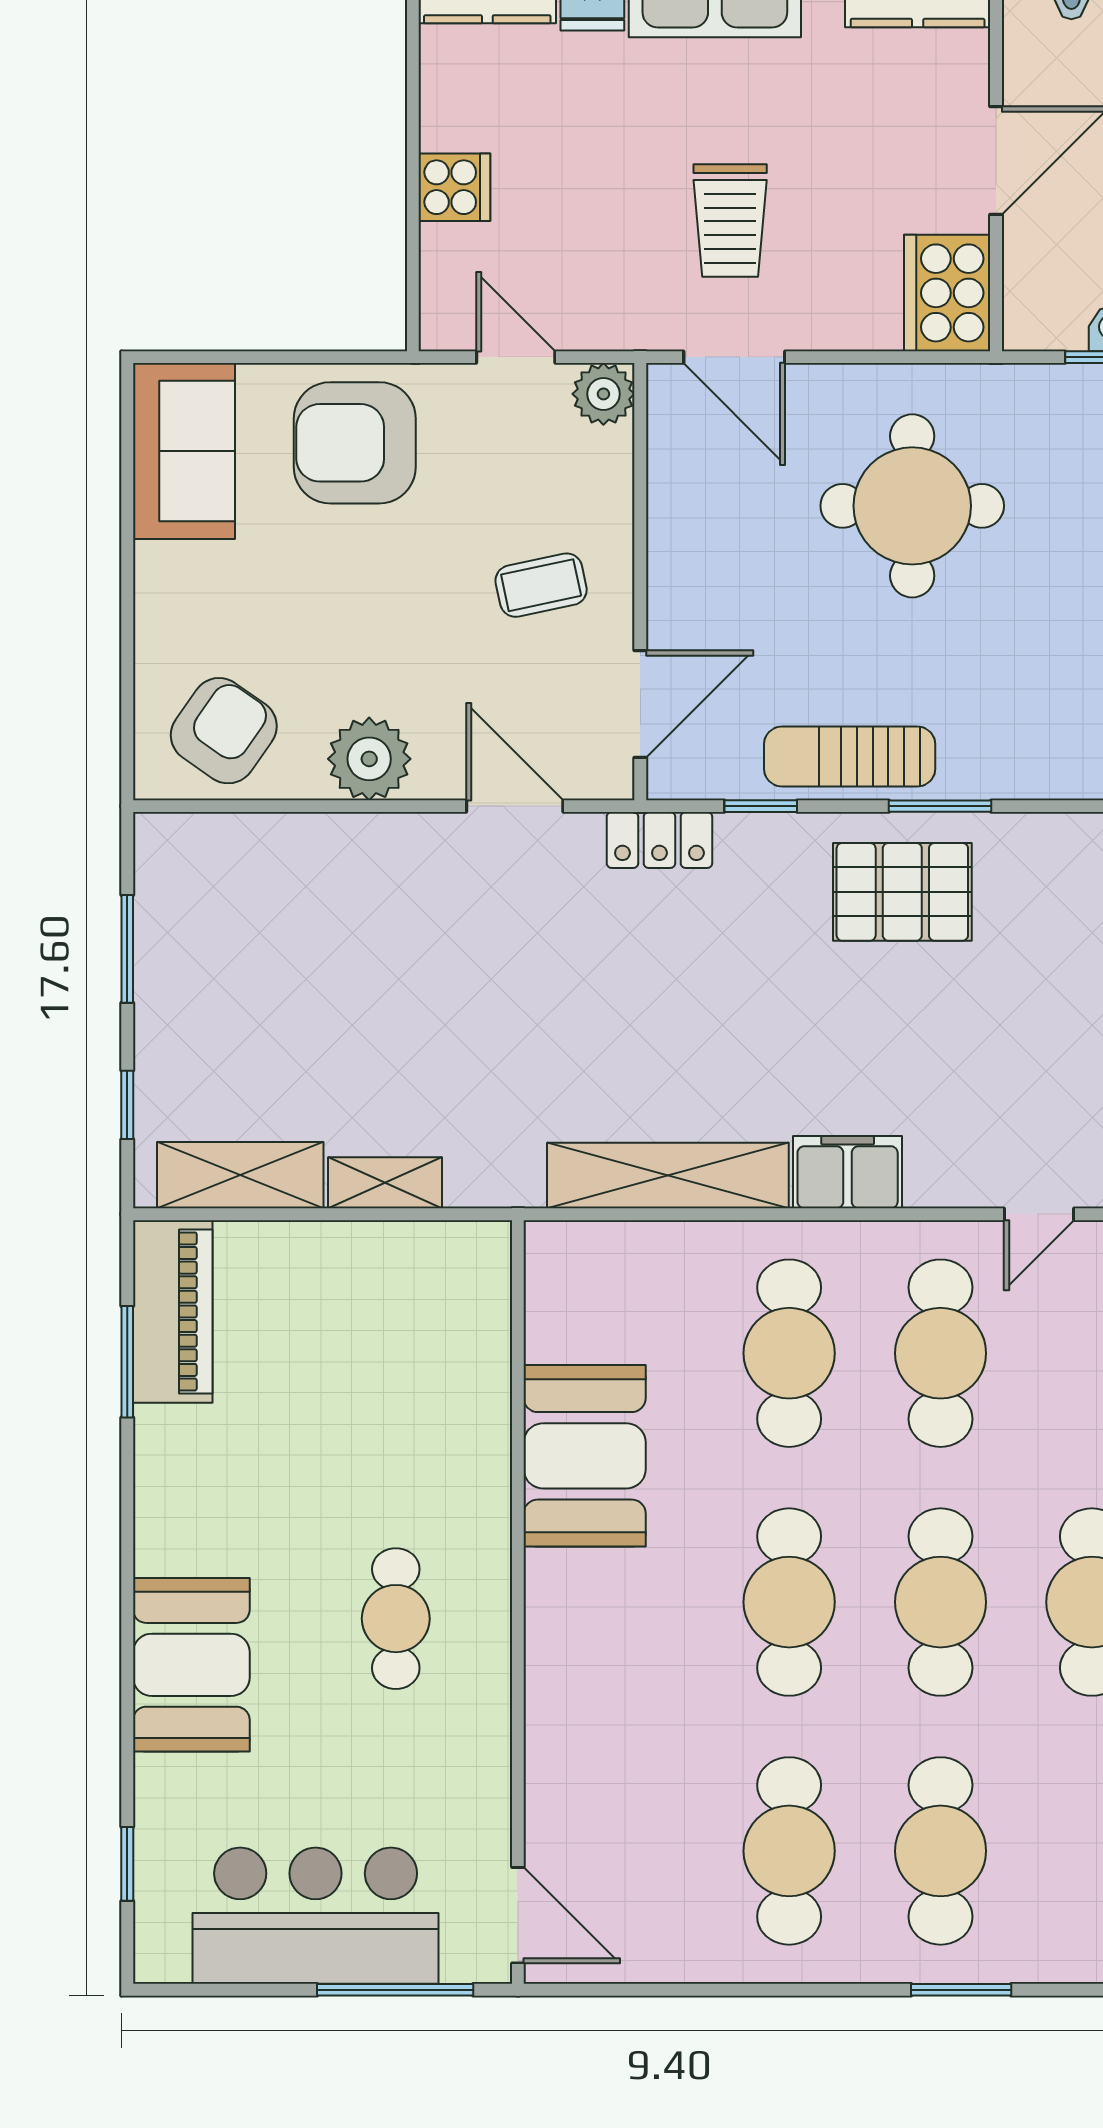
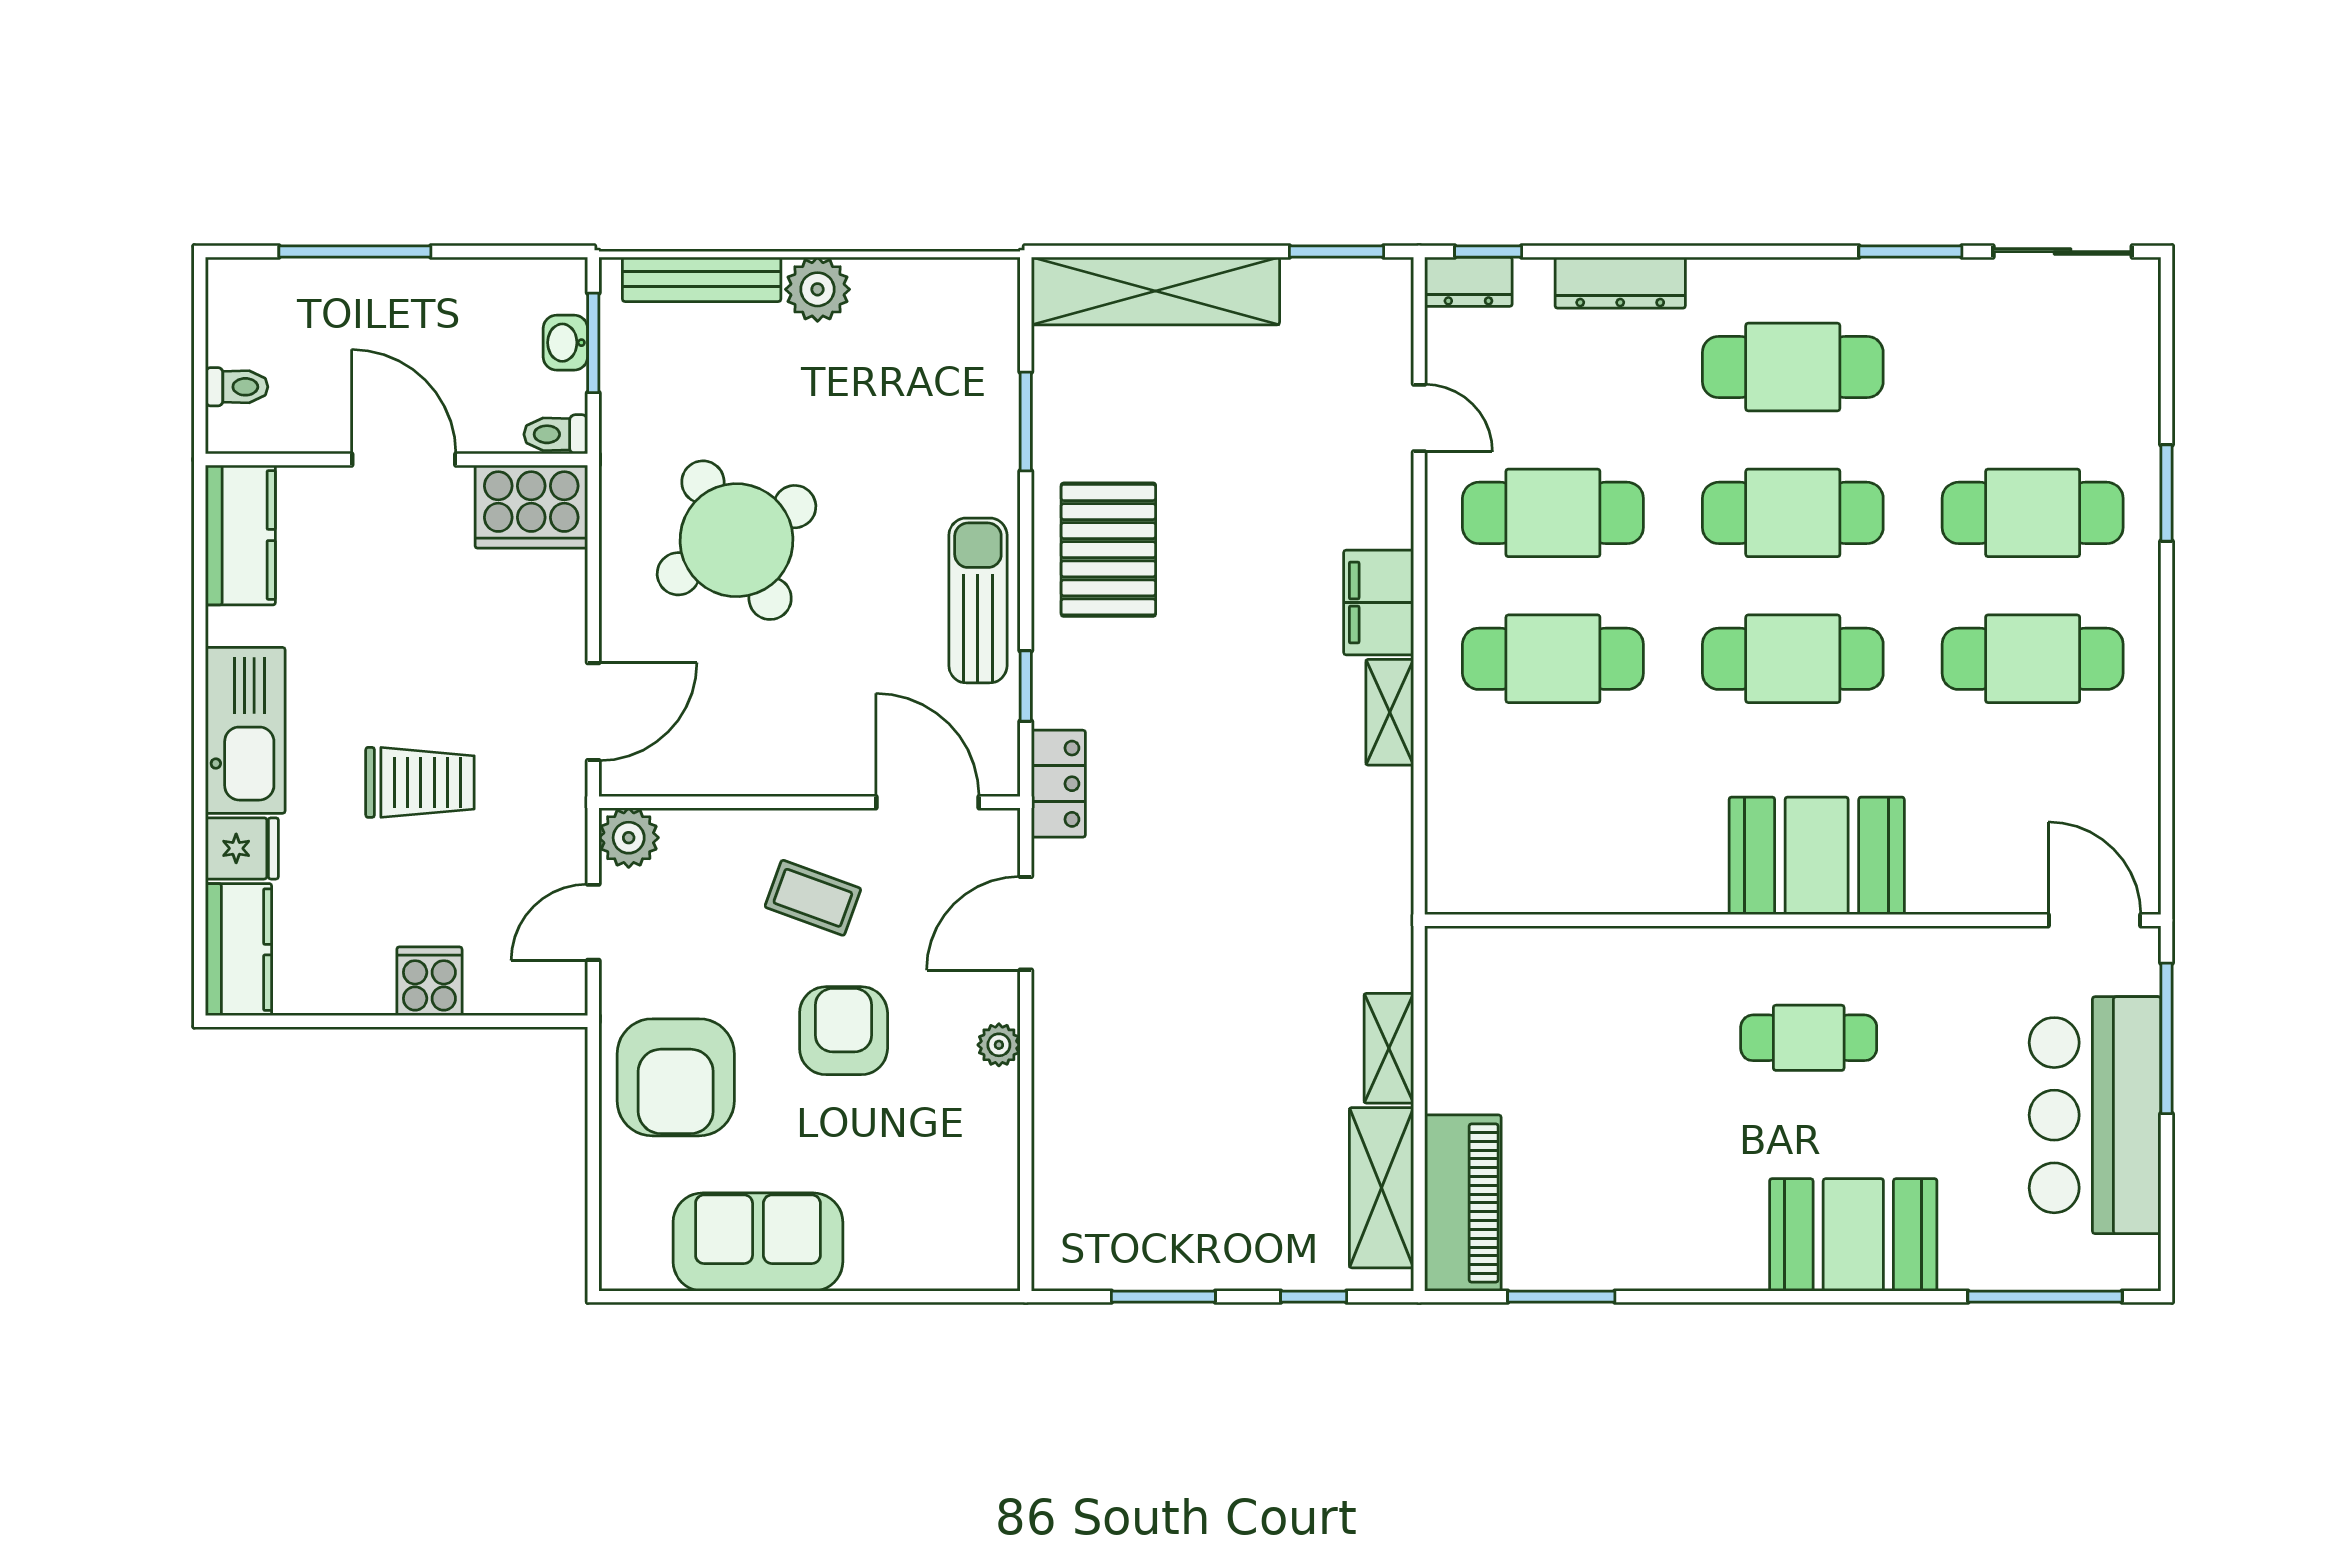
trolley: (730, 220) -> (420, 782), moved
toilet: (1022, 318) -> (556, 434), added
sofa: (184, 451) -> (758, 1242), moved
round table: (912, 506) -> (737, 540), turned -30
coffee table: (541, 585) -> (813, 898), turned -58
armchair: (224, 731) -> (844, 1031), moved, turned 55
sun lounger: (850, 756) -> (978, 600), turned 180
plant: (369, 759) -> (999, 1045), width x0.53, depth x0.53
window: (940, 806) -> (1026, 421), moved
shelving: (668, 1176) -> (1390, 712), width x0.45, depth x0.75
piano: (173, 1311) -> (1463, 1203), moved, turned 90
booth: (585, 1456) -> (1817, 856), moved
window: (127, 1864) -> (2045, 1297), width x2.17
door: (518, 1915) -> (2094, 920), hinge flipped

